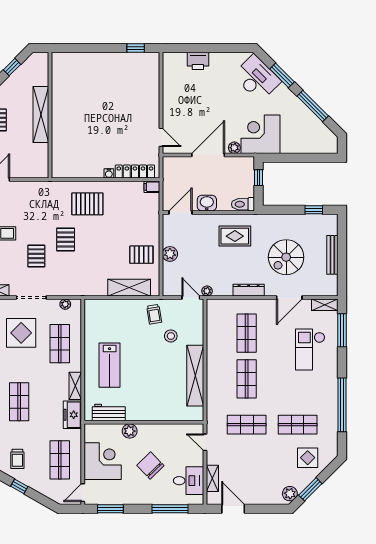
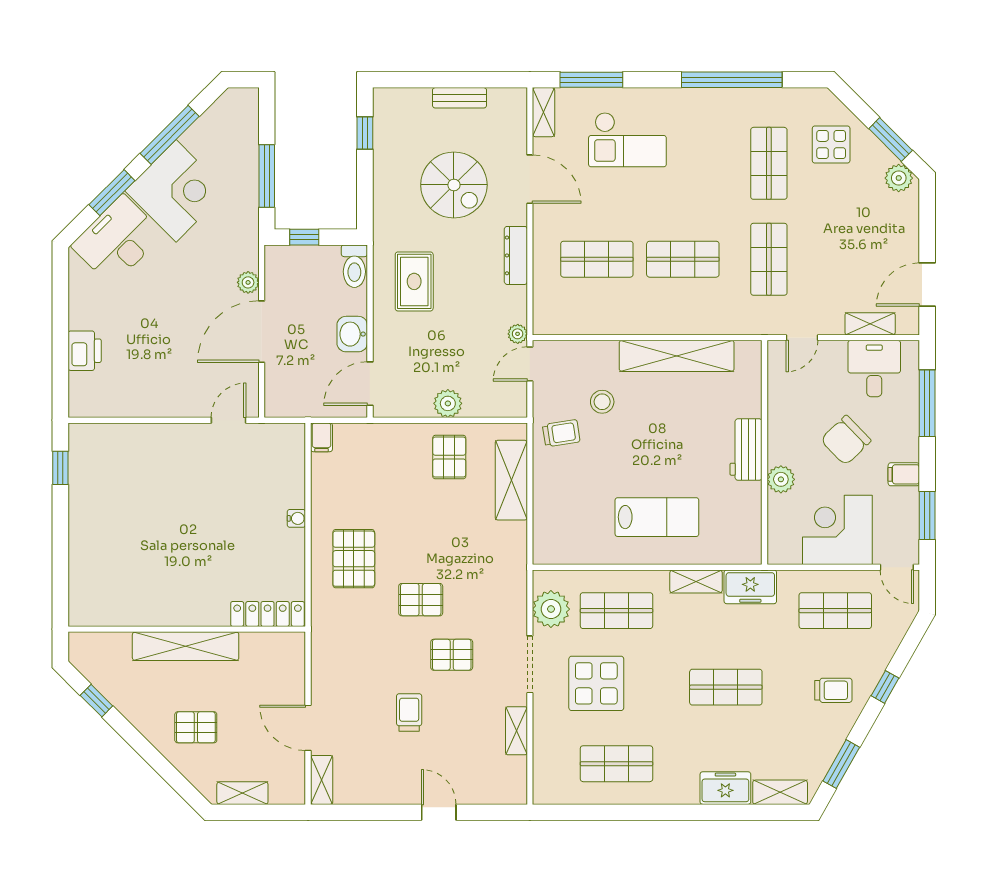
corner desk: (261, 134) -> (176, 191), moved, turned -135
door: (208, 155) -> (262, 332), hinge flipped
window: (291, 158) -> (267, 176), added
locker: (135, 172) -> (268, 614), moved, turned 90
door: (180, 213) -> (370, 384), hinge flipped
bench: (332, 255) -> (460, 98), width x0.73
plant: (65, 304) -> (551, 609), width x1.87, depth x1.87
workbench: (109, 412) -> (746, 450), moved
filing cabinet: (132, 496) -> (904, 474), added

